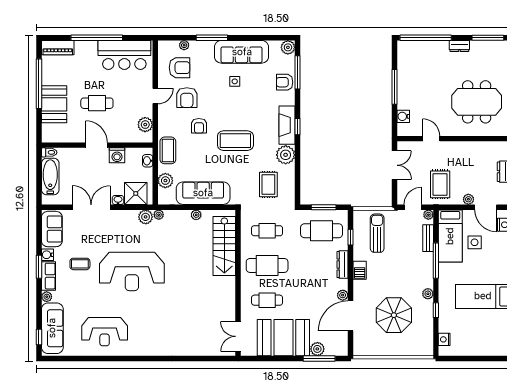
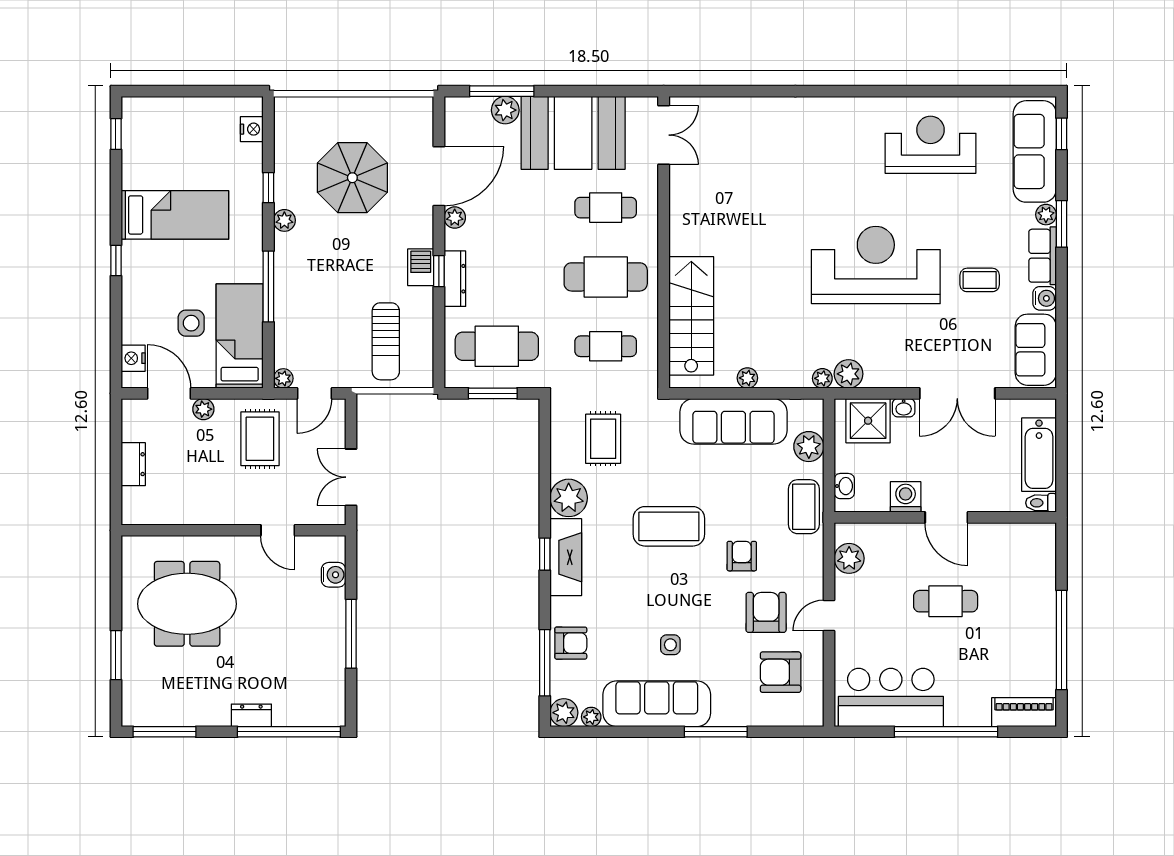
plant: (184, 45) -> (591, 717), moved
dresser: (459, 46) -> (251, 715), moved
booth: (54, 104) -> (1031, 599), removed
window: (351, 237) -> (439, 271), moved
bench: (428, 238) -> (284, 331), removed
window: (39, 267) -> (1061, 224), moved

